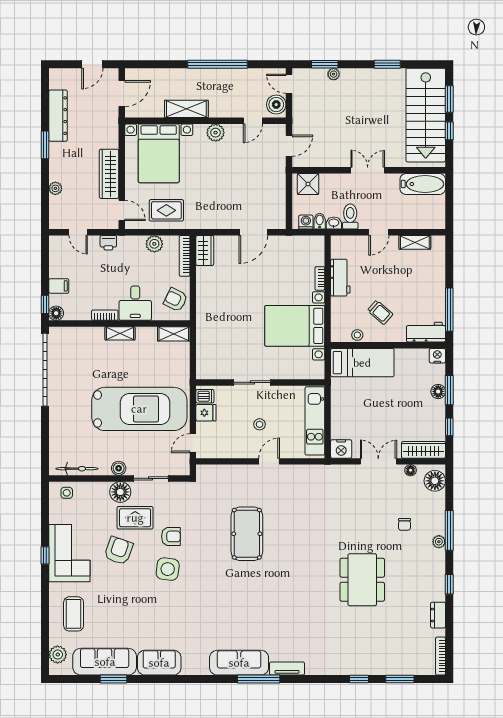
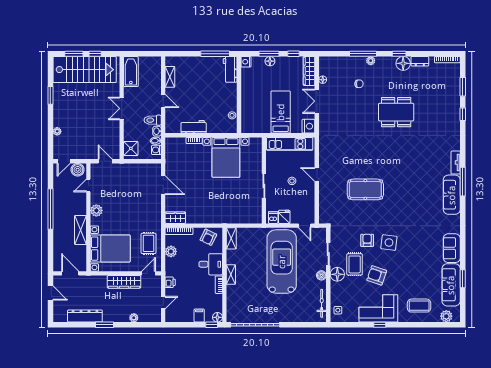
window: (325, 64) -> (50, 137), removed
door: (253, 121) -> (88, 185), swing flipped
trolley: (380, 312) -> (217, 100), removed
bed: (362, 363) -> (281, 112), moved
floor lamp: (435, 481) -> (403, 63), moved

